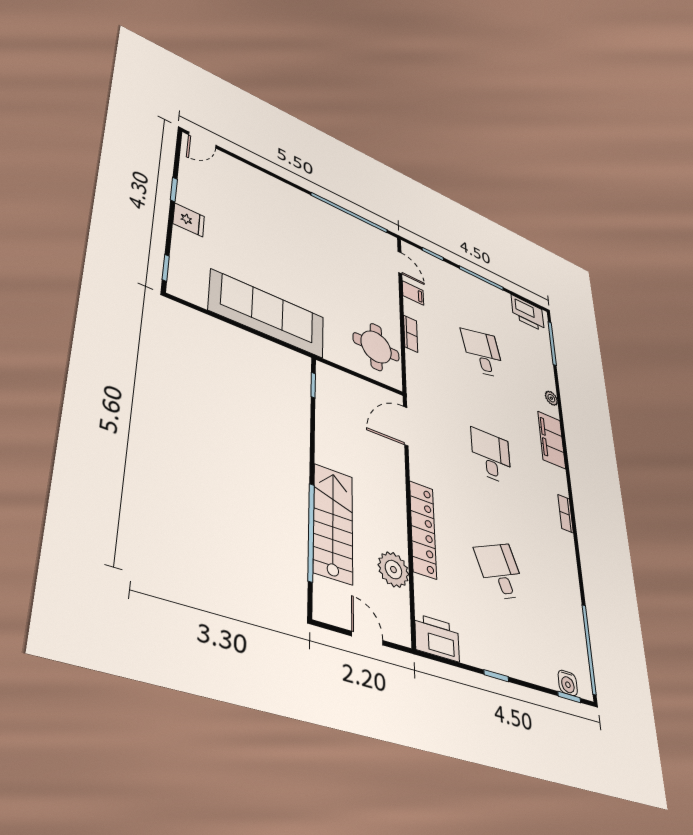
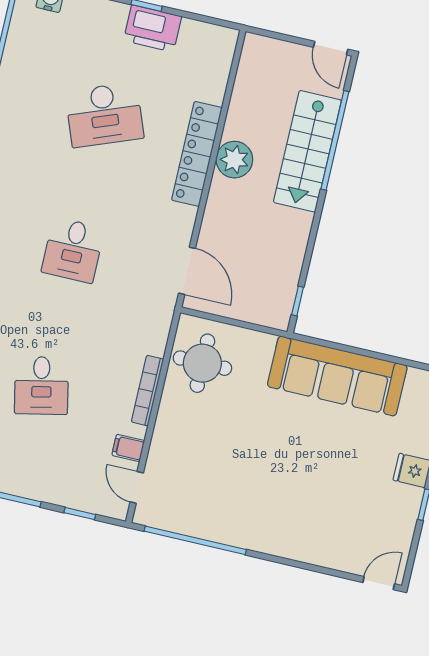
bookcase: (411, 334) -> (147, 391), width x1.56
door: (406, 426) -> (187, 271), hinge flipped
plant: (393, 570) -> (234, 160), moved
desk: (500, 572) -> (104, 115), width x1.37
door: (367, 638) -> (331, 48), moved
printer: (437, 638) -> (153, 28), moved

